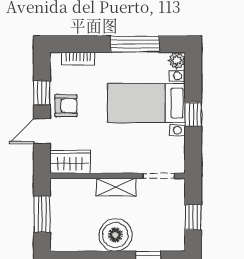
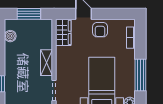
window: (42, 93) -> (108, 14), removed
boiler: (115, 235) -> (10, 36), moved, width x0.54, depth x0.54

